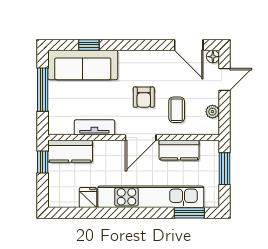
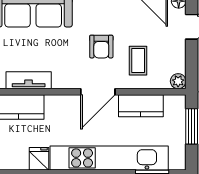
plant: (212, 112) -> (178, 81), moved
tv unit: (94, 127) -> (29, 80), moved

